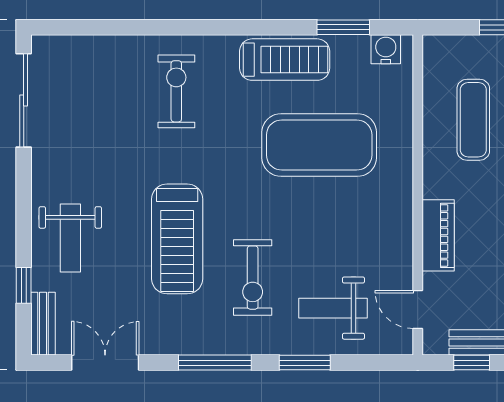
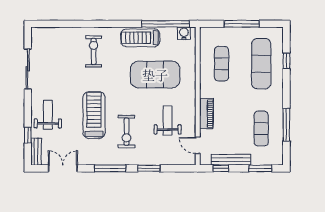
window: (343, 27) -> (166, 24), width x2.11
treadmill: (285, 60) -> (140, 38), turned 180
sliding door: (24, 100) -> (28, 69), moved
weight bench: (70, 238) -> (48, 115), turned 180
treadmill: (177, 239) -> (94, 115), turned 180
weight bench: (333, 308) -> (168, 121), moved, turned 90

